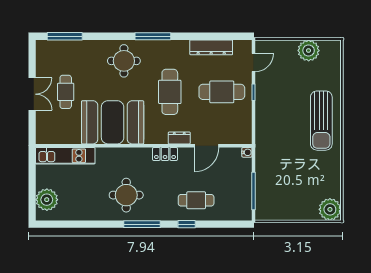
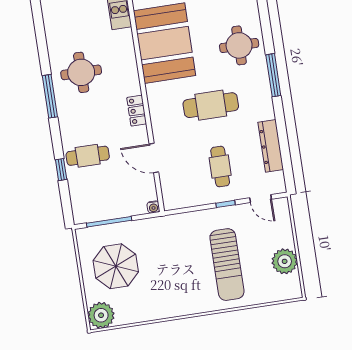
cafe table: (222, 92) -> (220, 167), width x0.73, depth x0.74
sun lounger: (321, 121) -> (227, 265), moved, turned -90
dresser: (179, 138) -> (158, 125), removed
parasol: (291, 191) -> (116, 266), added
cafe table: (196, 200) -> (88, 156), turned 90
window: (187, 224) -> (61, 170), moved

